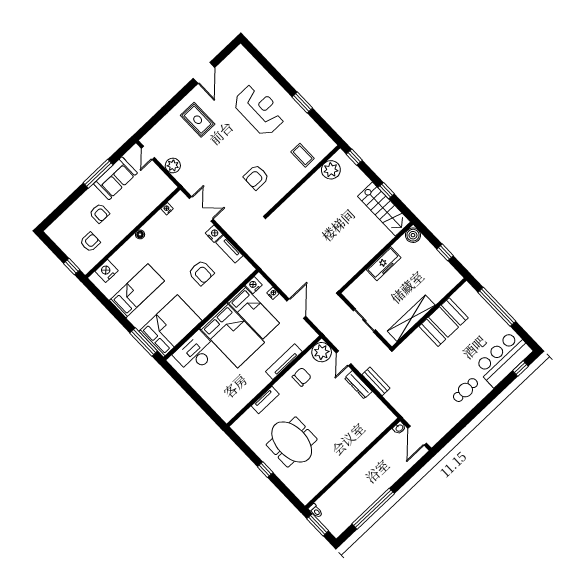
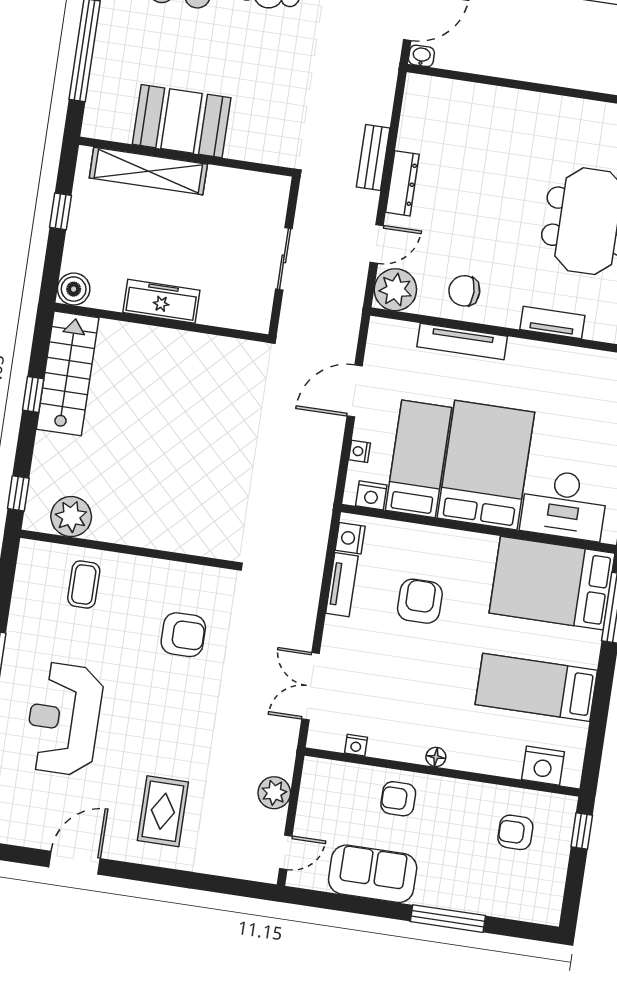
window: (98, 174) -> (448, 919), moved
armchair: (99, 213) -> (398, 799), moved, turned -90
nightstand: (214, 234) -> (350, 538), moved
shelving: (411, 318) -> (148, 171), moved

